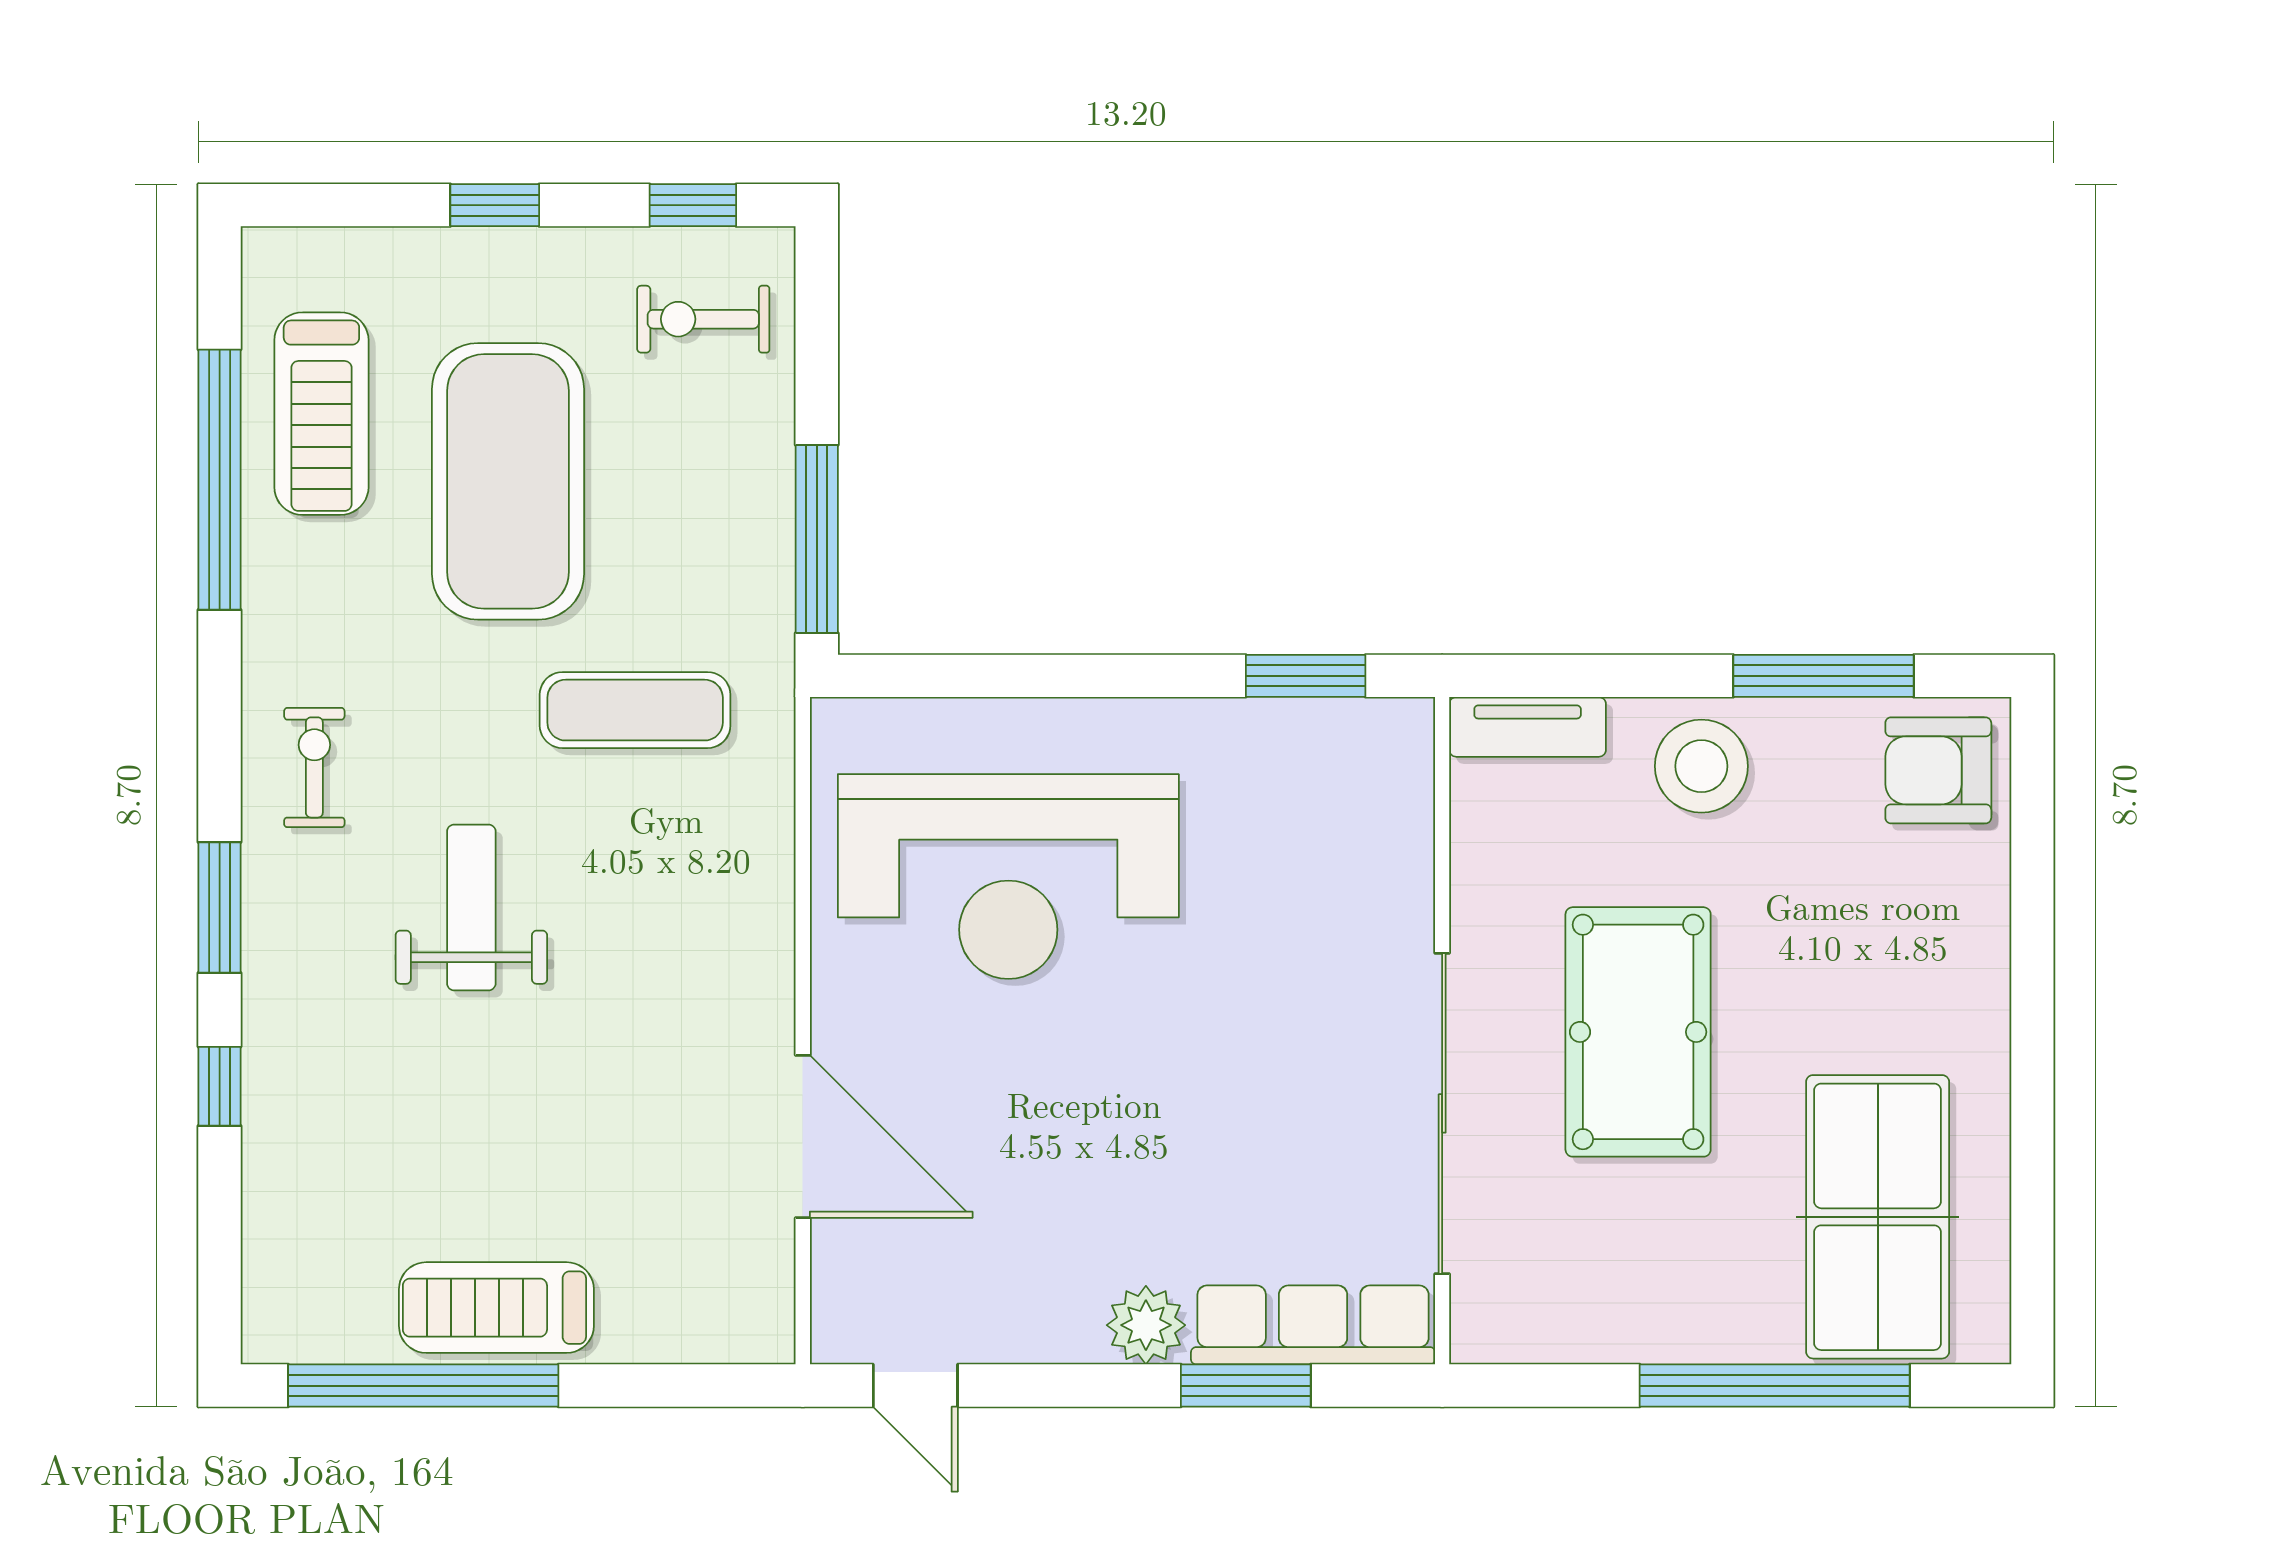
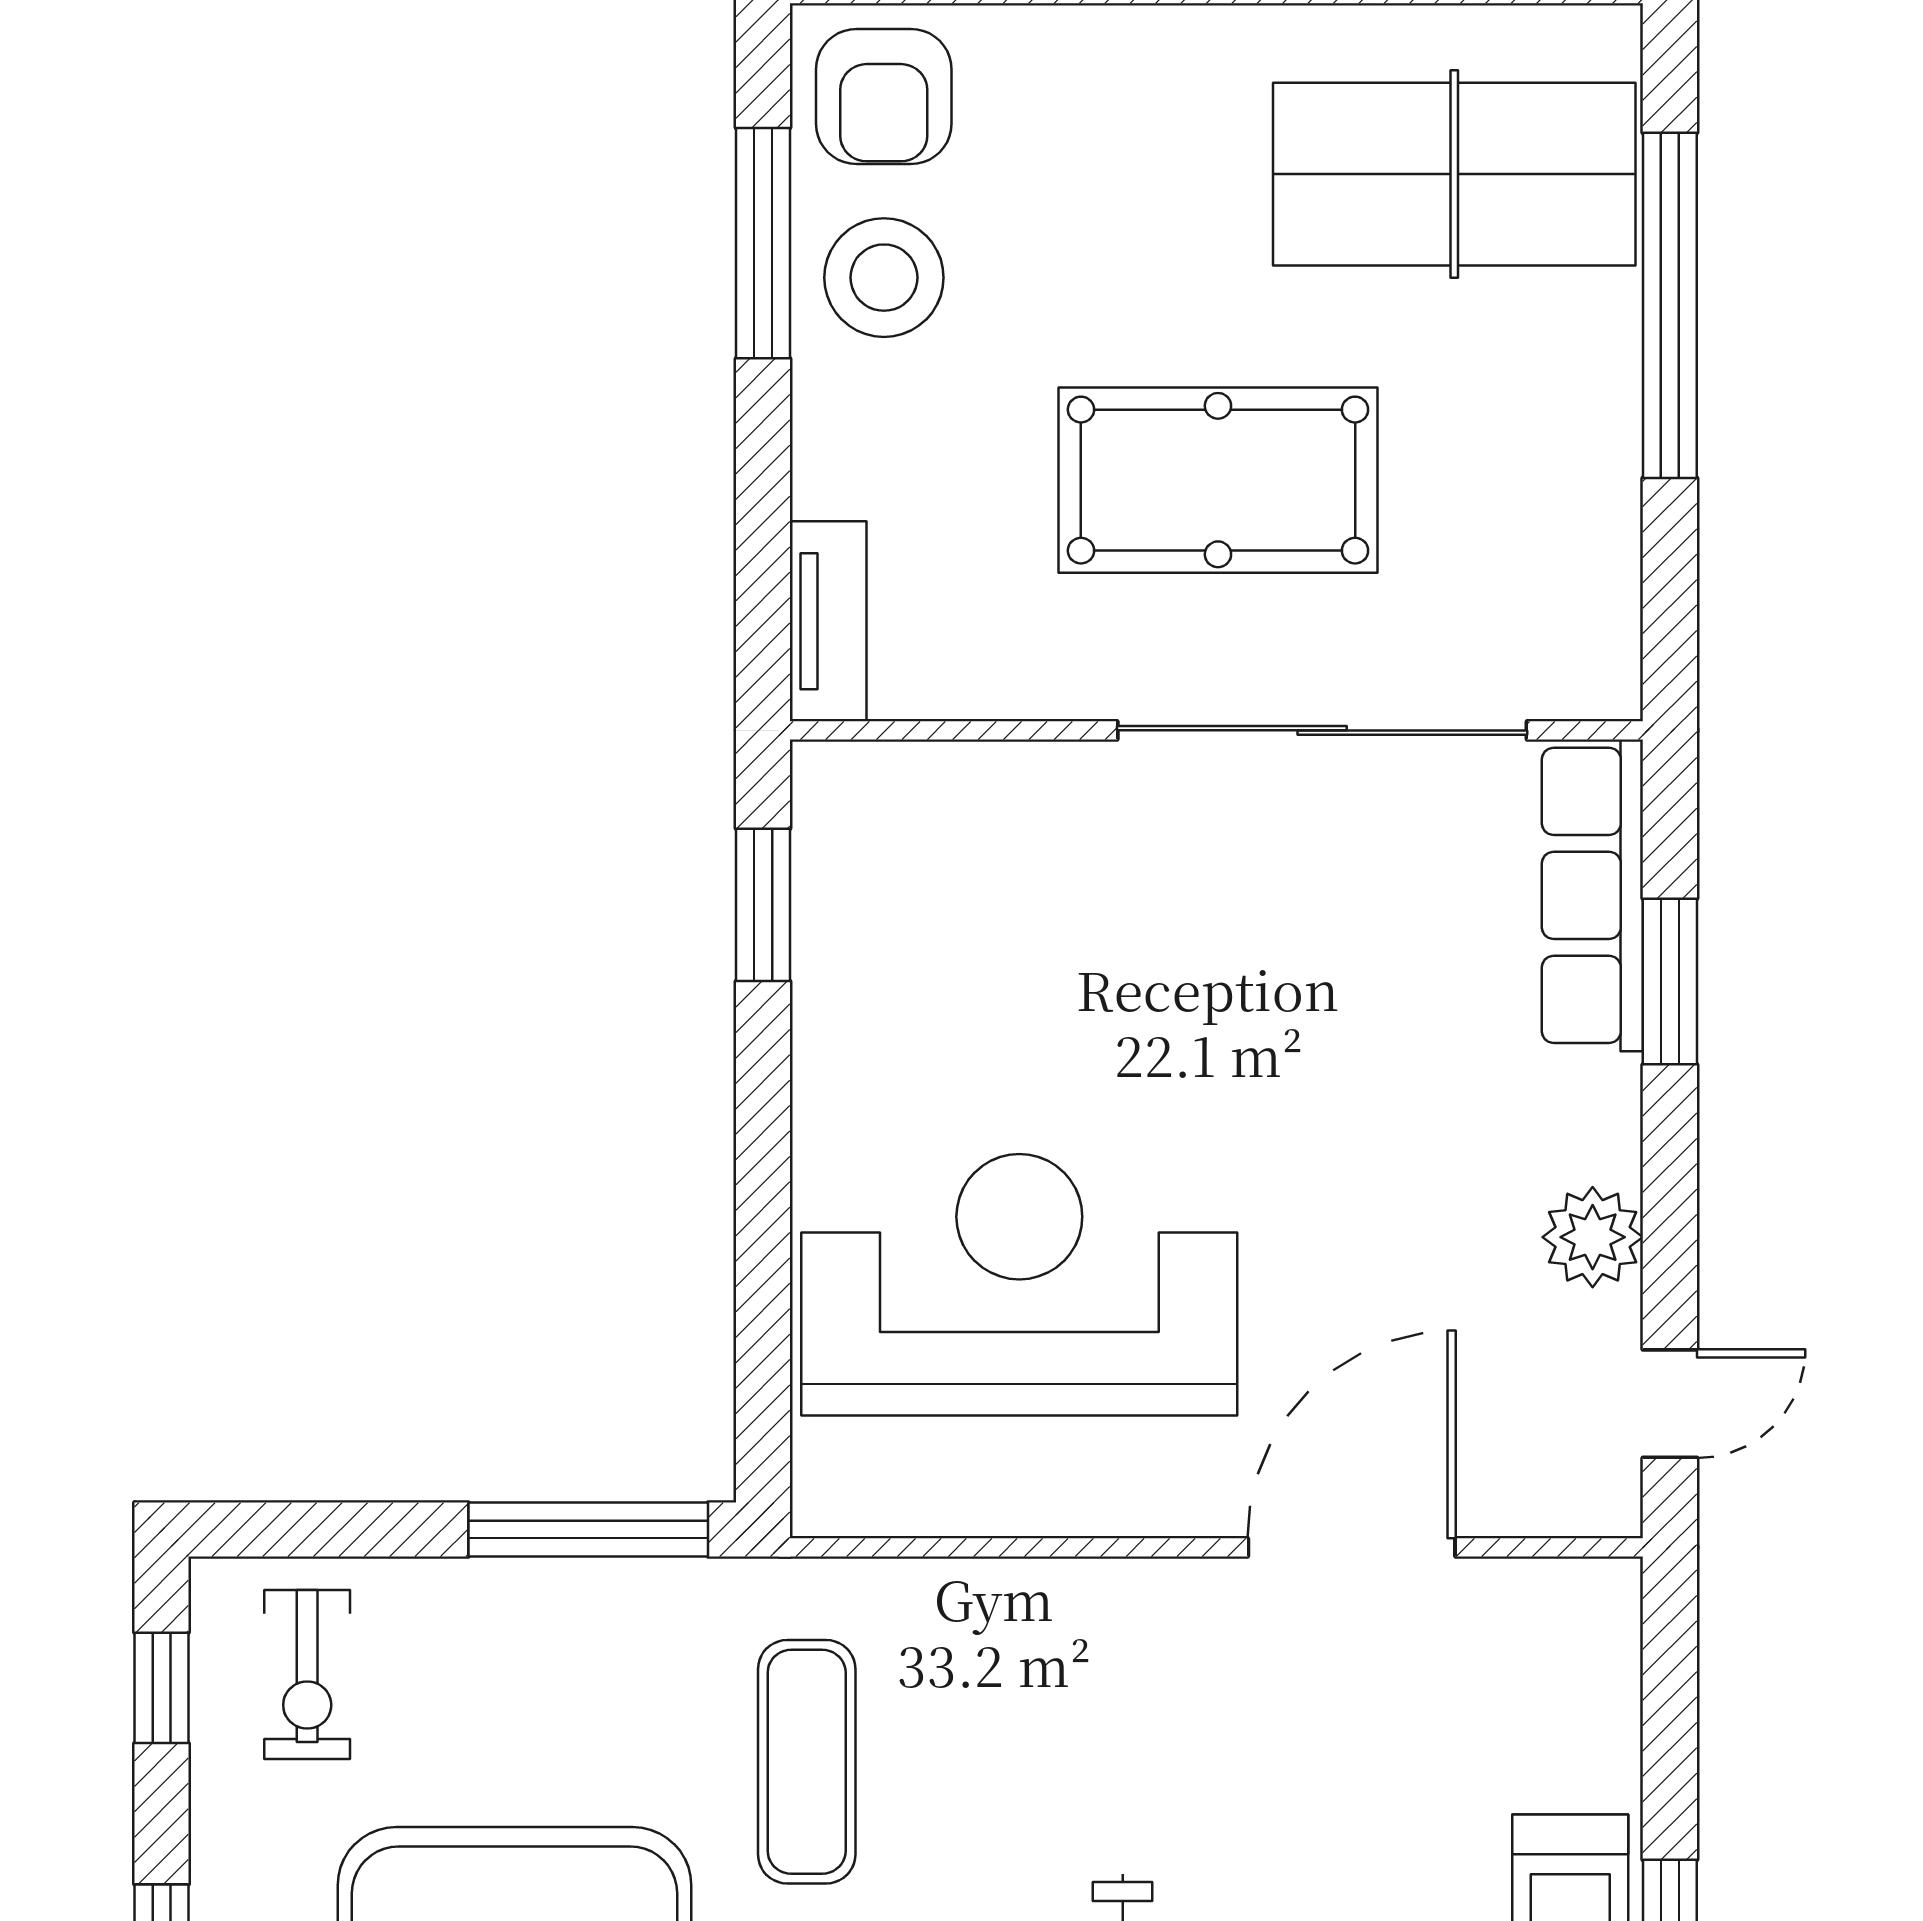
stool: (1701, 766) -> (884, 278), moved
reception desk: (1008, 876) -> (1019, 1285), turned -90
plant: (1146, 1325) -> (1593, 1237), moved

